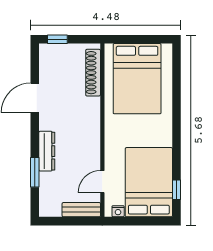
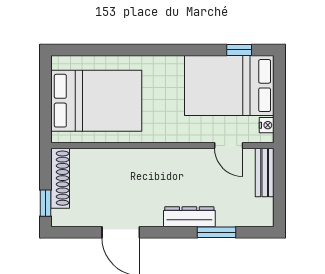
shoe rack: (93, 73) -> (60, 178), moved, turned -90

